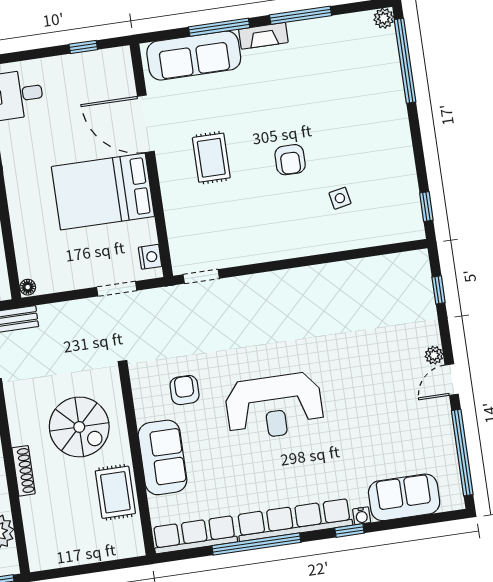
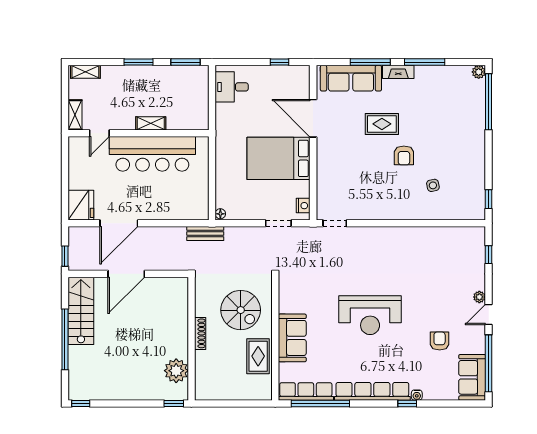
rug: (211, 158) -> (382, 124), moved, turned 90
armchair: (185, 390) -> (440, 341), moved
sofa: (404, 497) -> (472, 377), moved, turned -90
window: (256, 544) -> (320, 403), moved

